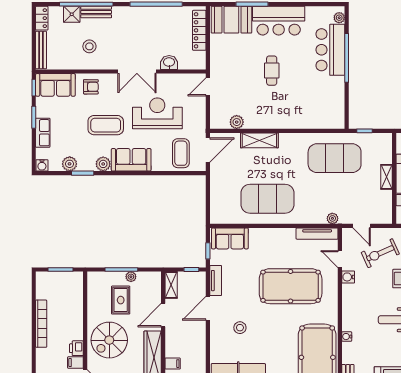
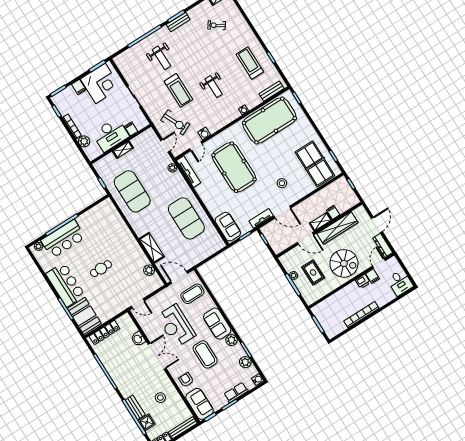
shelving: (171, 285) -> (321, 222), moved
rug: (121, 300) -> (313, 272), turned 90

